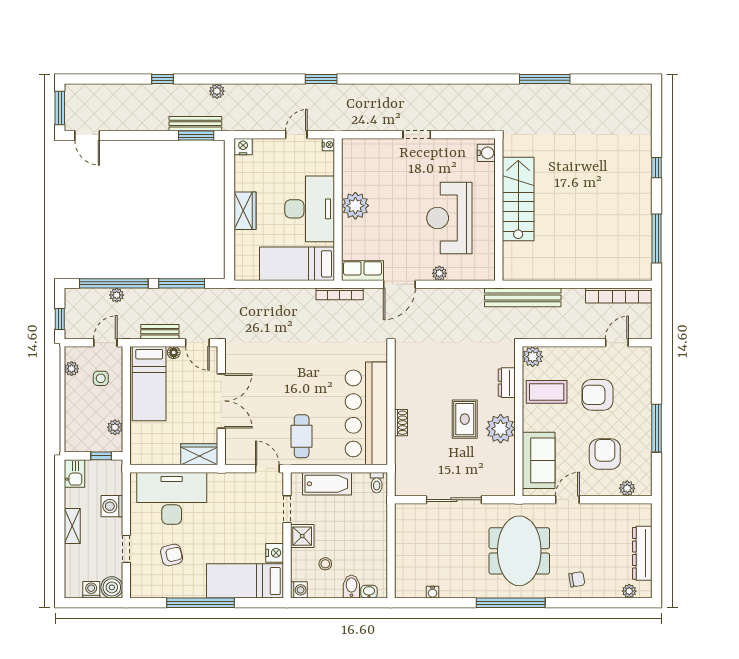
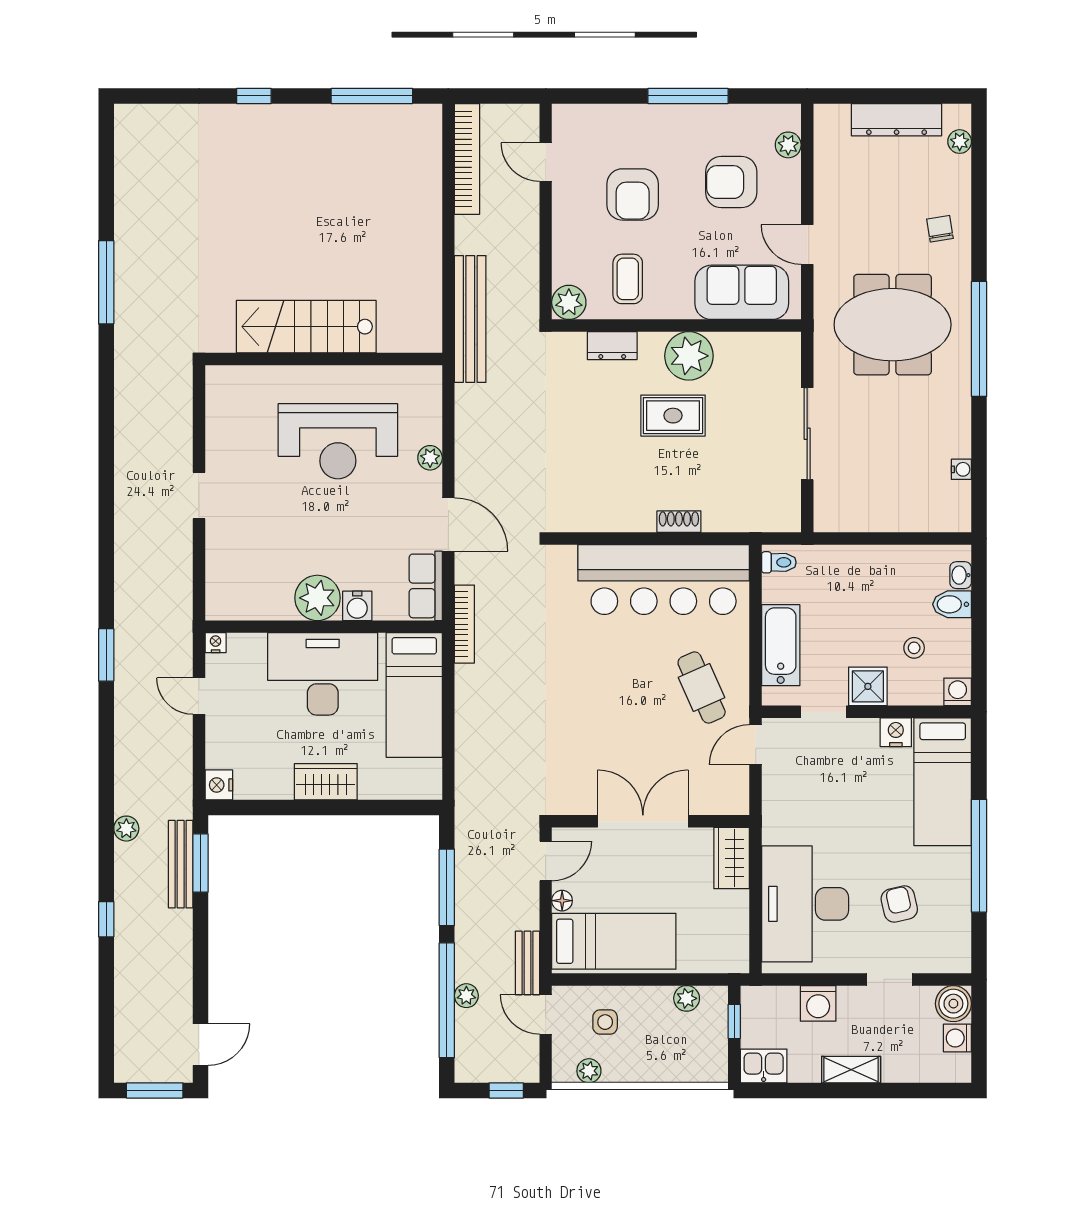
water cooler: (486, 153) -> (357, 606), moved, turned 180
bench: (160, 332) -> (527, 963), moved
coffee table: (547, 392) -> (628, 279), width x0.73, depth x0.77
cafe table: (302, 436) -> (702, 687), turned 66

